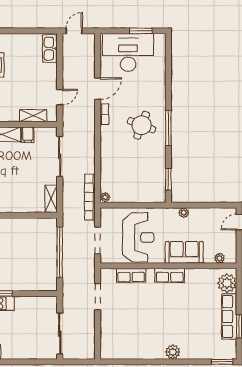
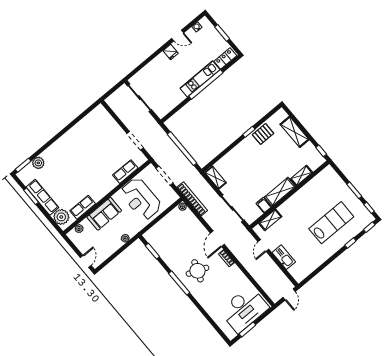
kitchen sink: (50, 49) -> (284, 257), moved
door: (98, 89) -> (217, 239), moved
row of seats: (170, 275) -> (83, 207), moved
plant: (173, 352) -> (38, 163), moved

